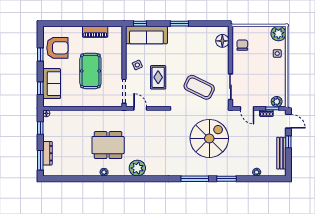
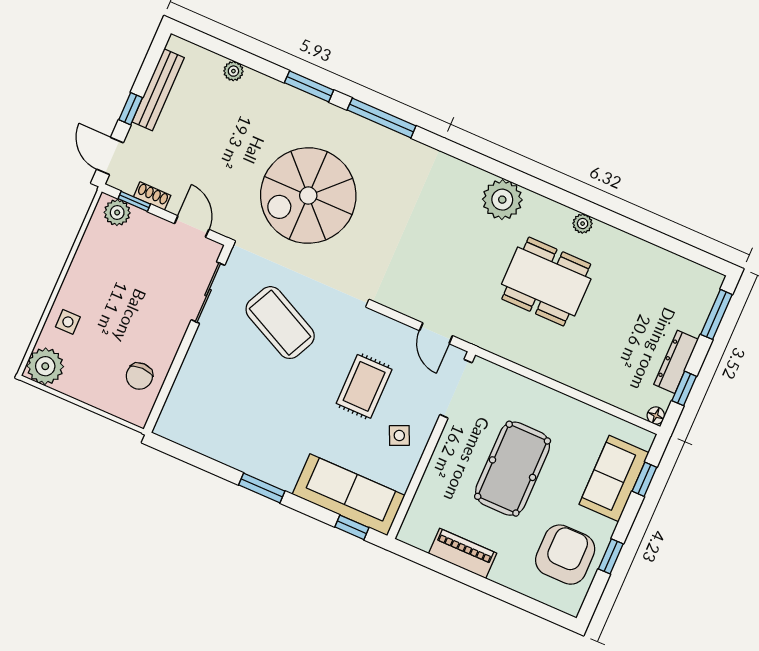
floor lamp: (222, 41) -> (181, 405), removed
armchair: (57, 48) -> (565, 555), turned 90
dresser: (47, 153) -> (676, 362), moved

